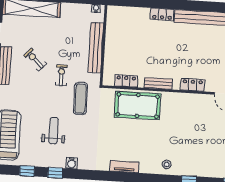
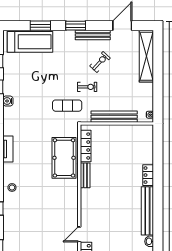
locker: (126, 81) -> (86, 146), width x1.53
locker: (193, 85) -> (86, 207), removed
weight bench: (54, 131) -> (36, 83), removed

